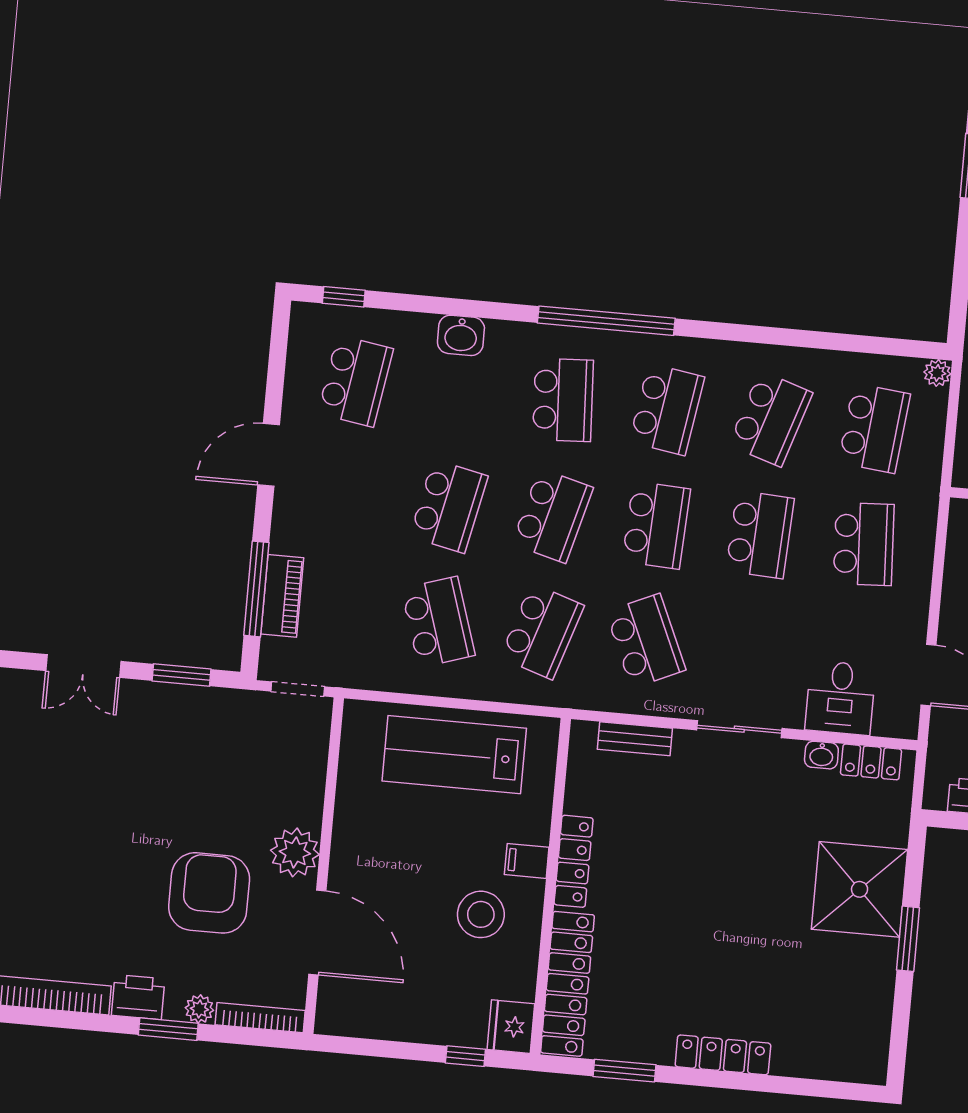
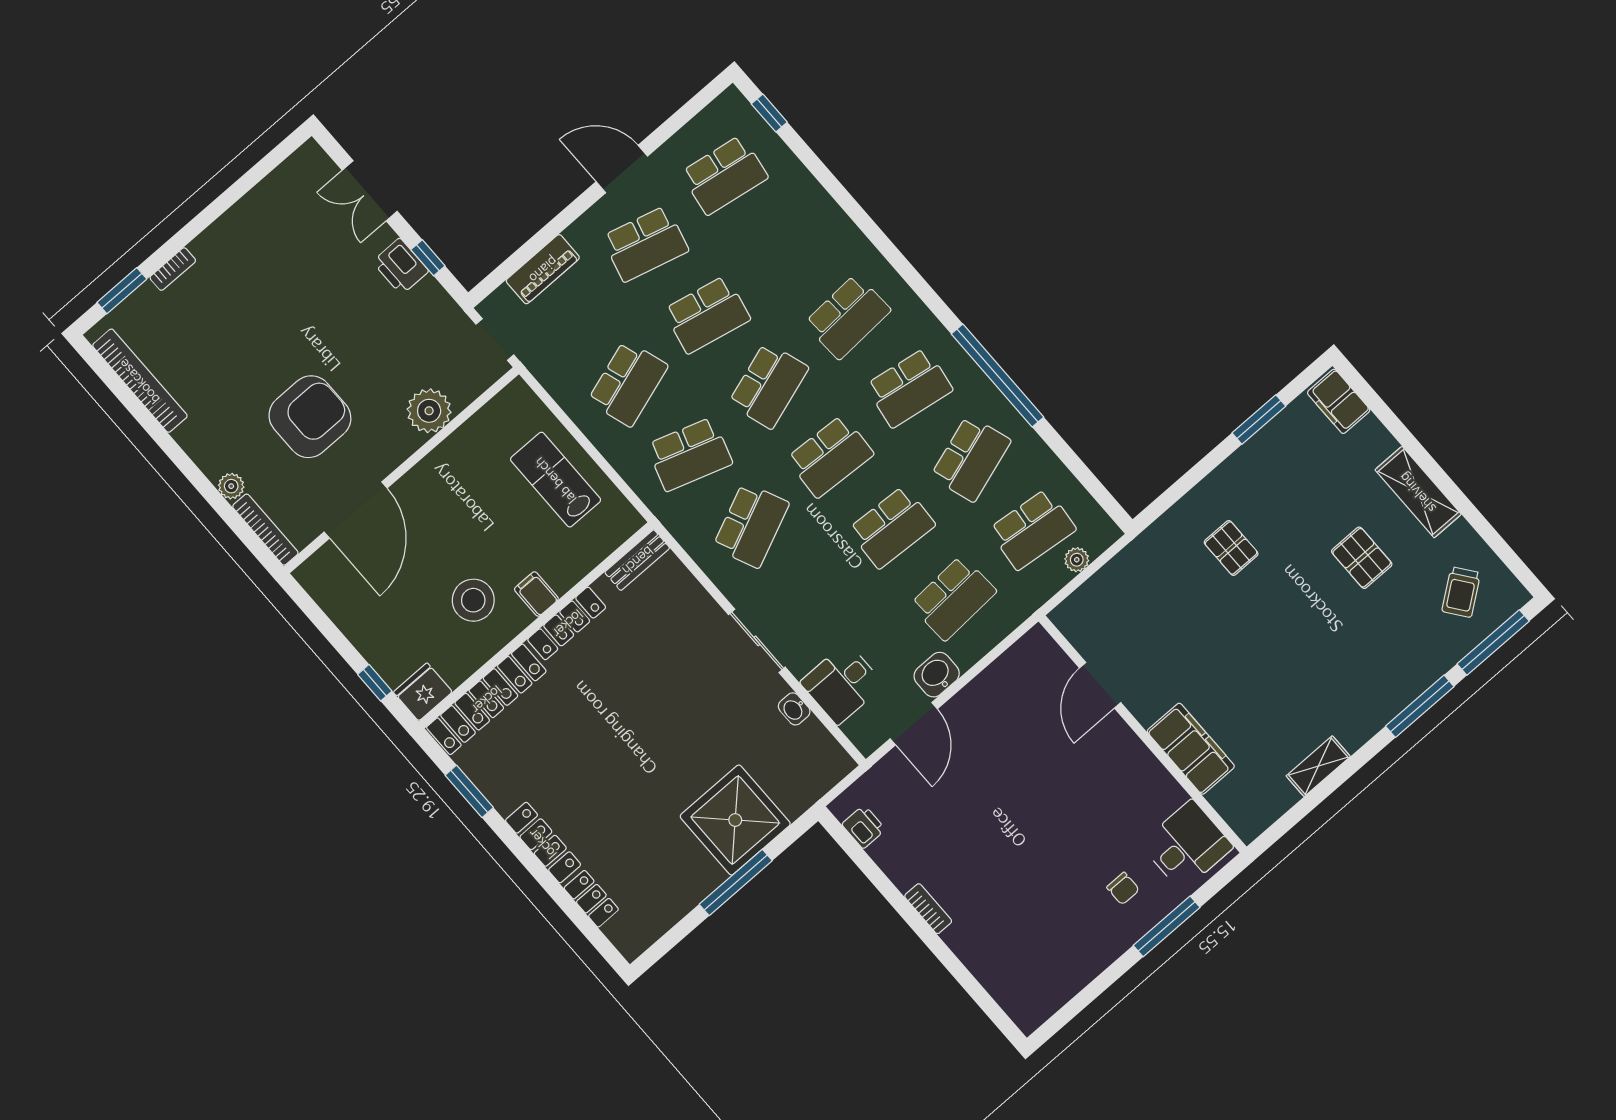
window: (606, 321) -> (997, 375), moved
washbasin: (461, 335) -> (937, 675), moved, turned 90
plant: (937, 373) -> (1077, 560), moved
school desk: (771, 419) -> (971, 458), turned -36
school desk: (345, 497) -> (645, 244), added
school desk: (552, 516) -> (769, 386), turned -33
window: (256, 589) -> (530, 249), removed
window: (182, 675) -> (428, 258), width x0.67
bench: (635, 739) -> (637, 560), moved, turned 90
lab bench: (454, 755) -> (556, 480), width x0.73, depth x0.72
locker: (871, 762) -> (591, 899), moved, turned 180
plant: (295, 852) -> (429, 411), moved
window: (908, 939) -> (736, 882), width x1.44
printer: (138, 997) -> (401, 266), moved, turned 180
window: (168, 1029) -> (198, 480), removed

